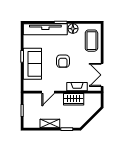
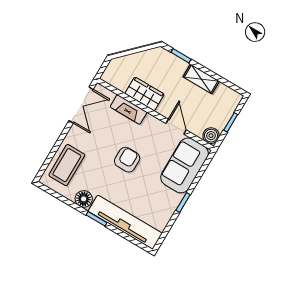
sofa: (32, 64) -> (185, 165), moved
door: (48, 92) -> (176, 127), hinge flipped
boiler: (28, 98) -> (211, 136), added

